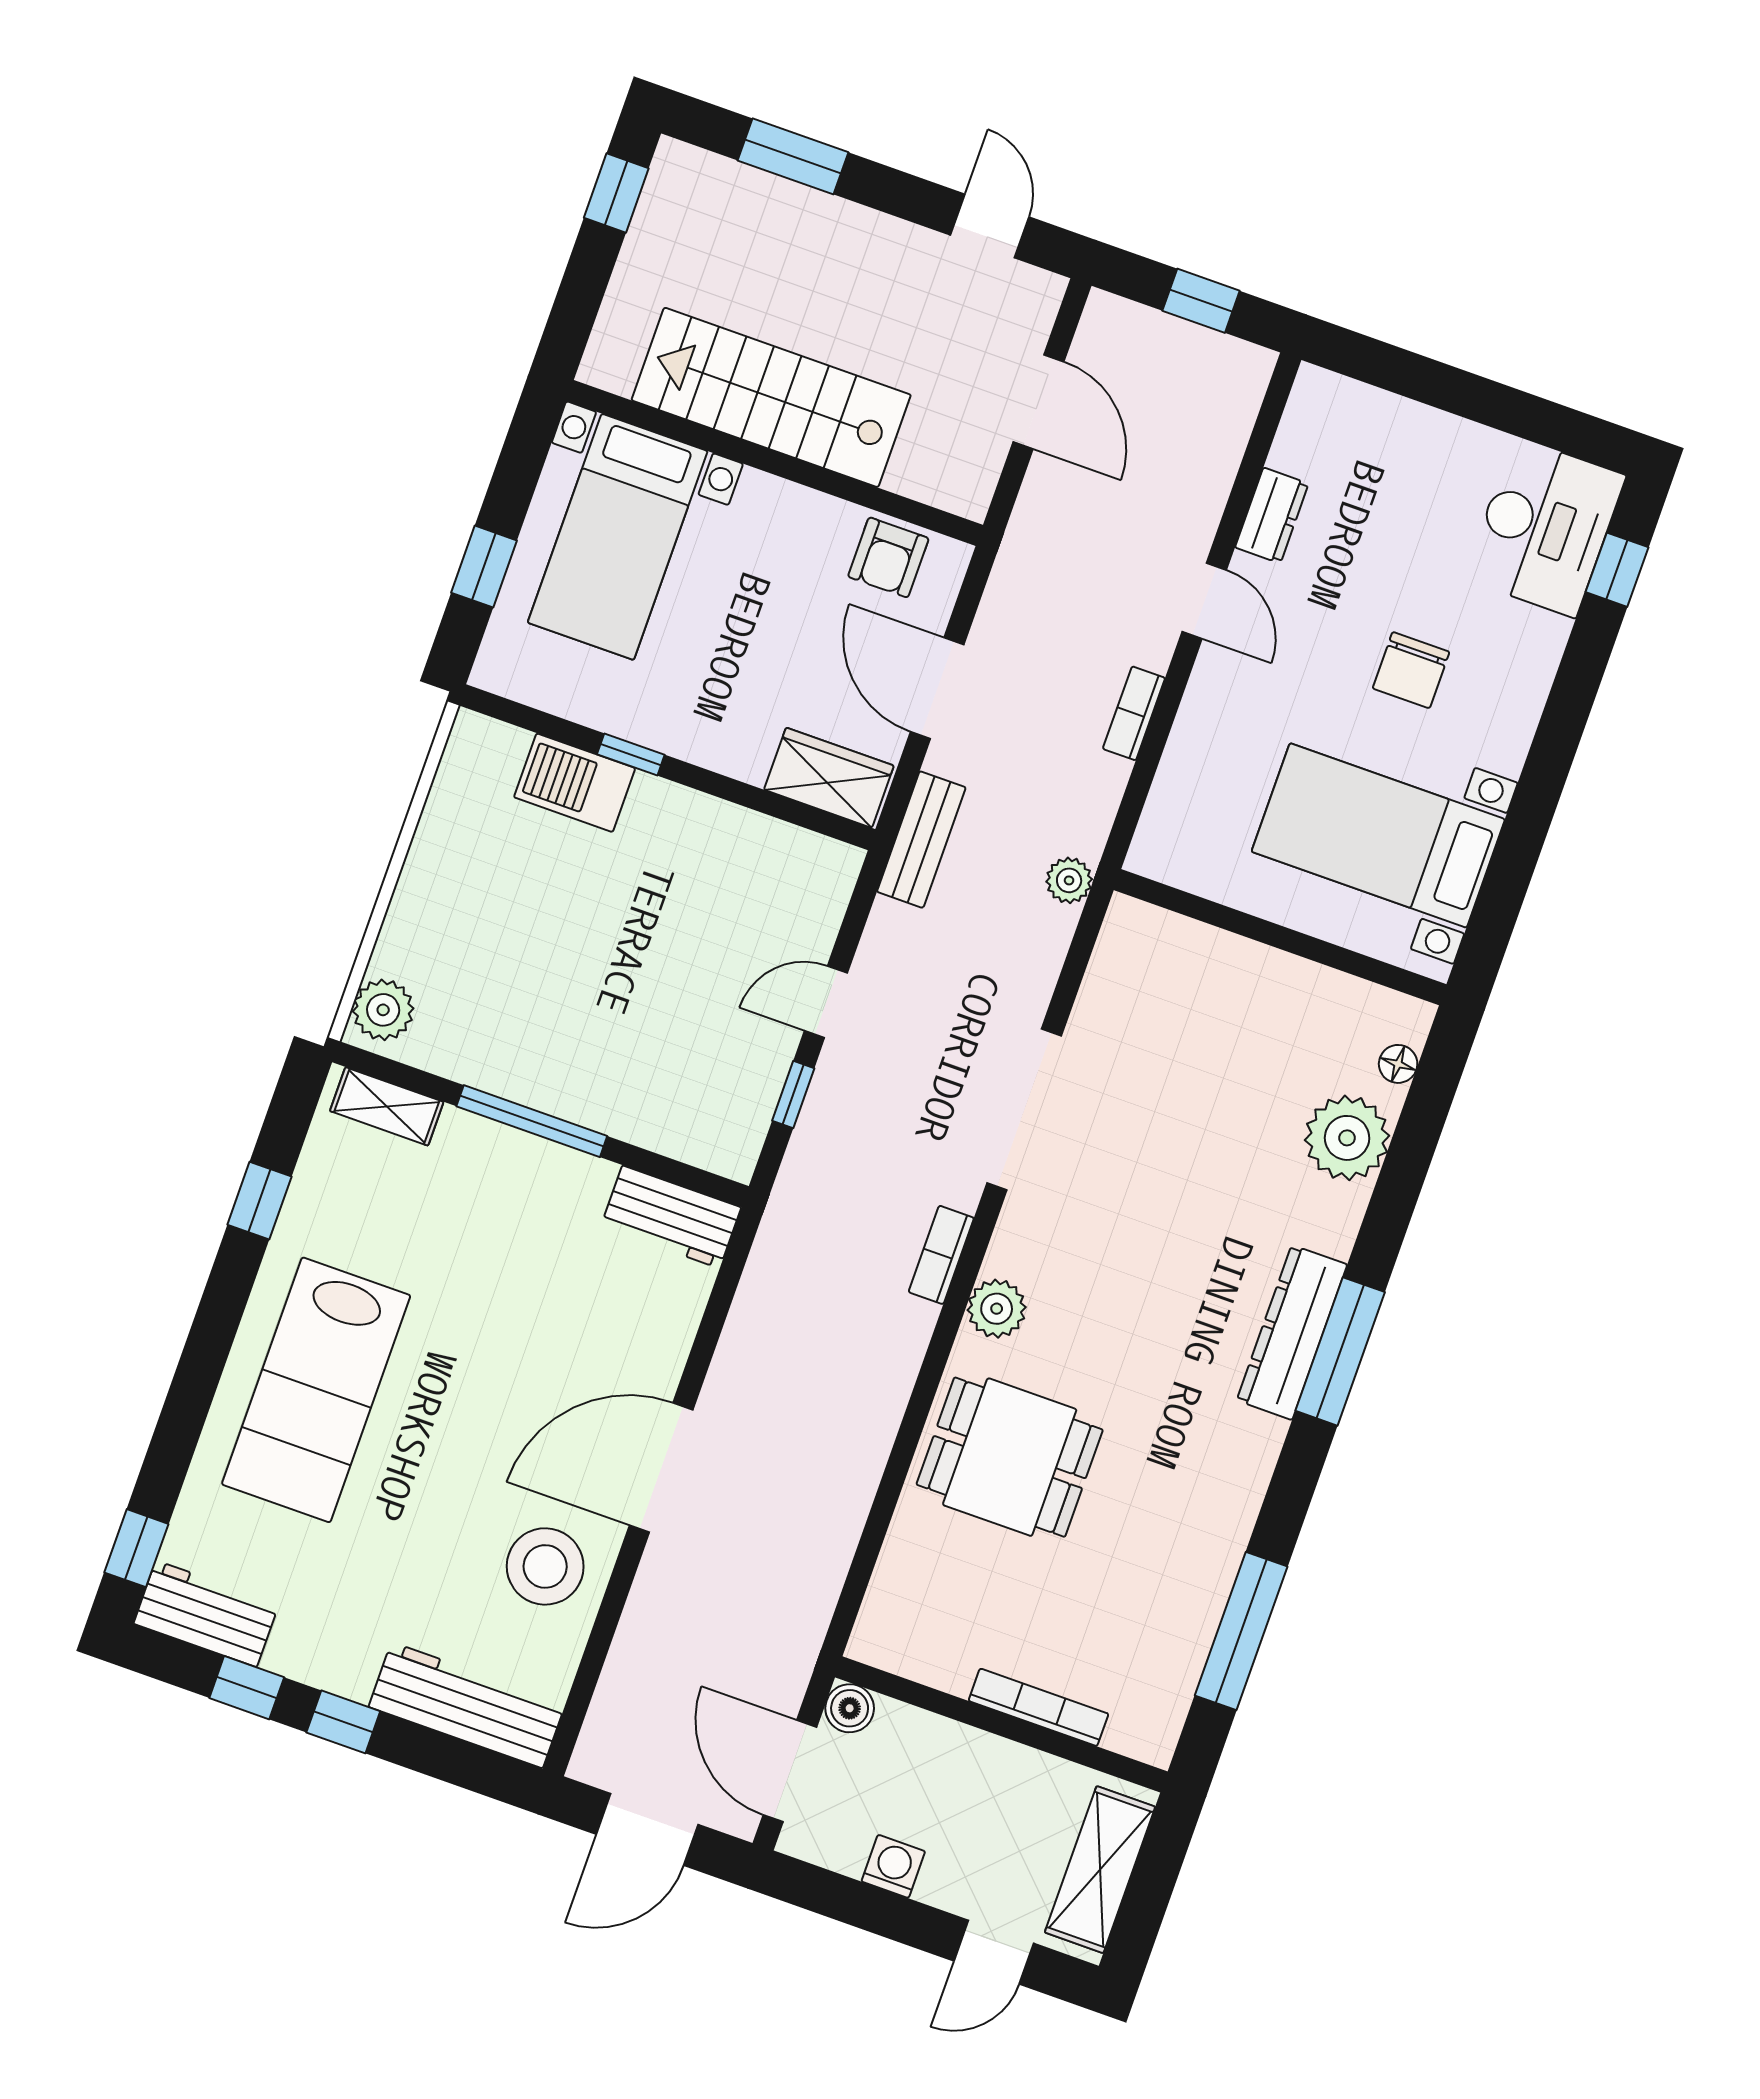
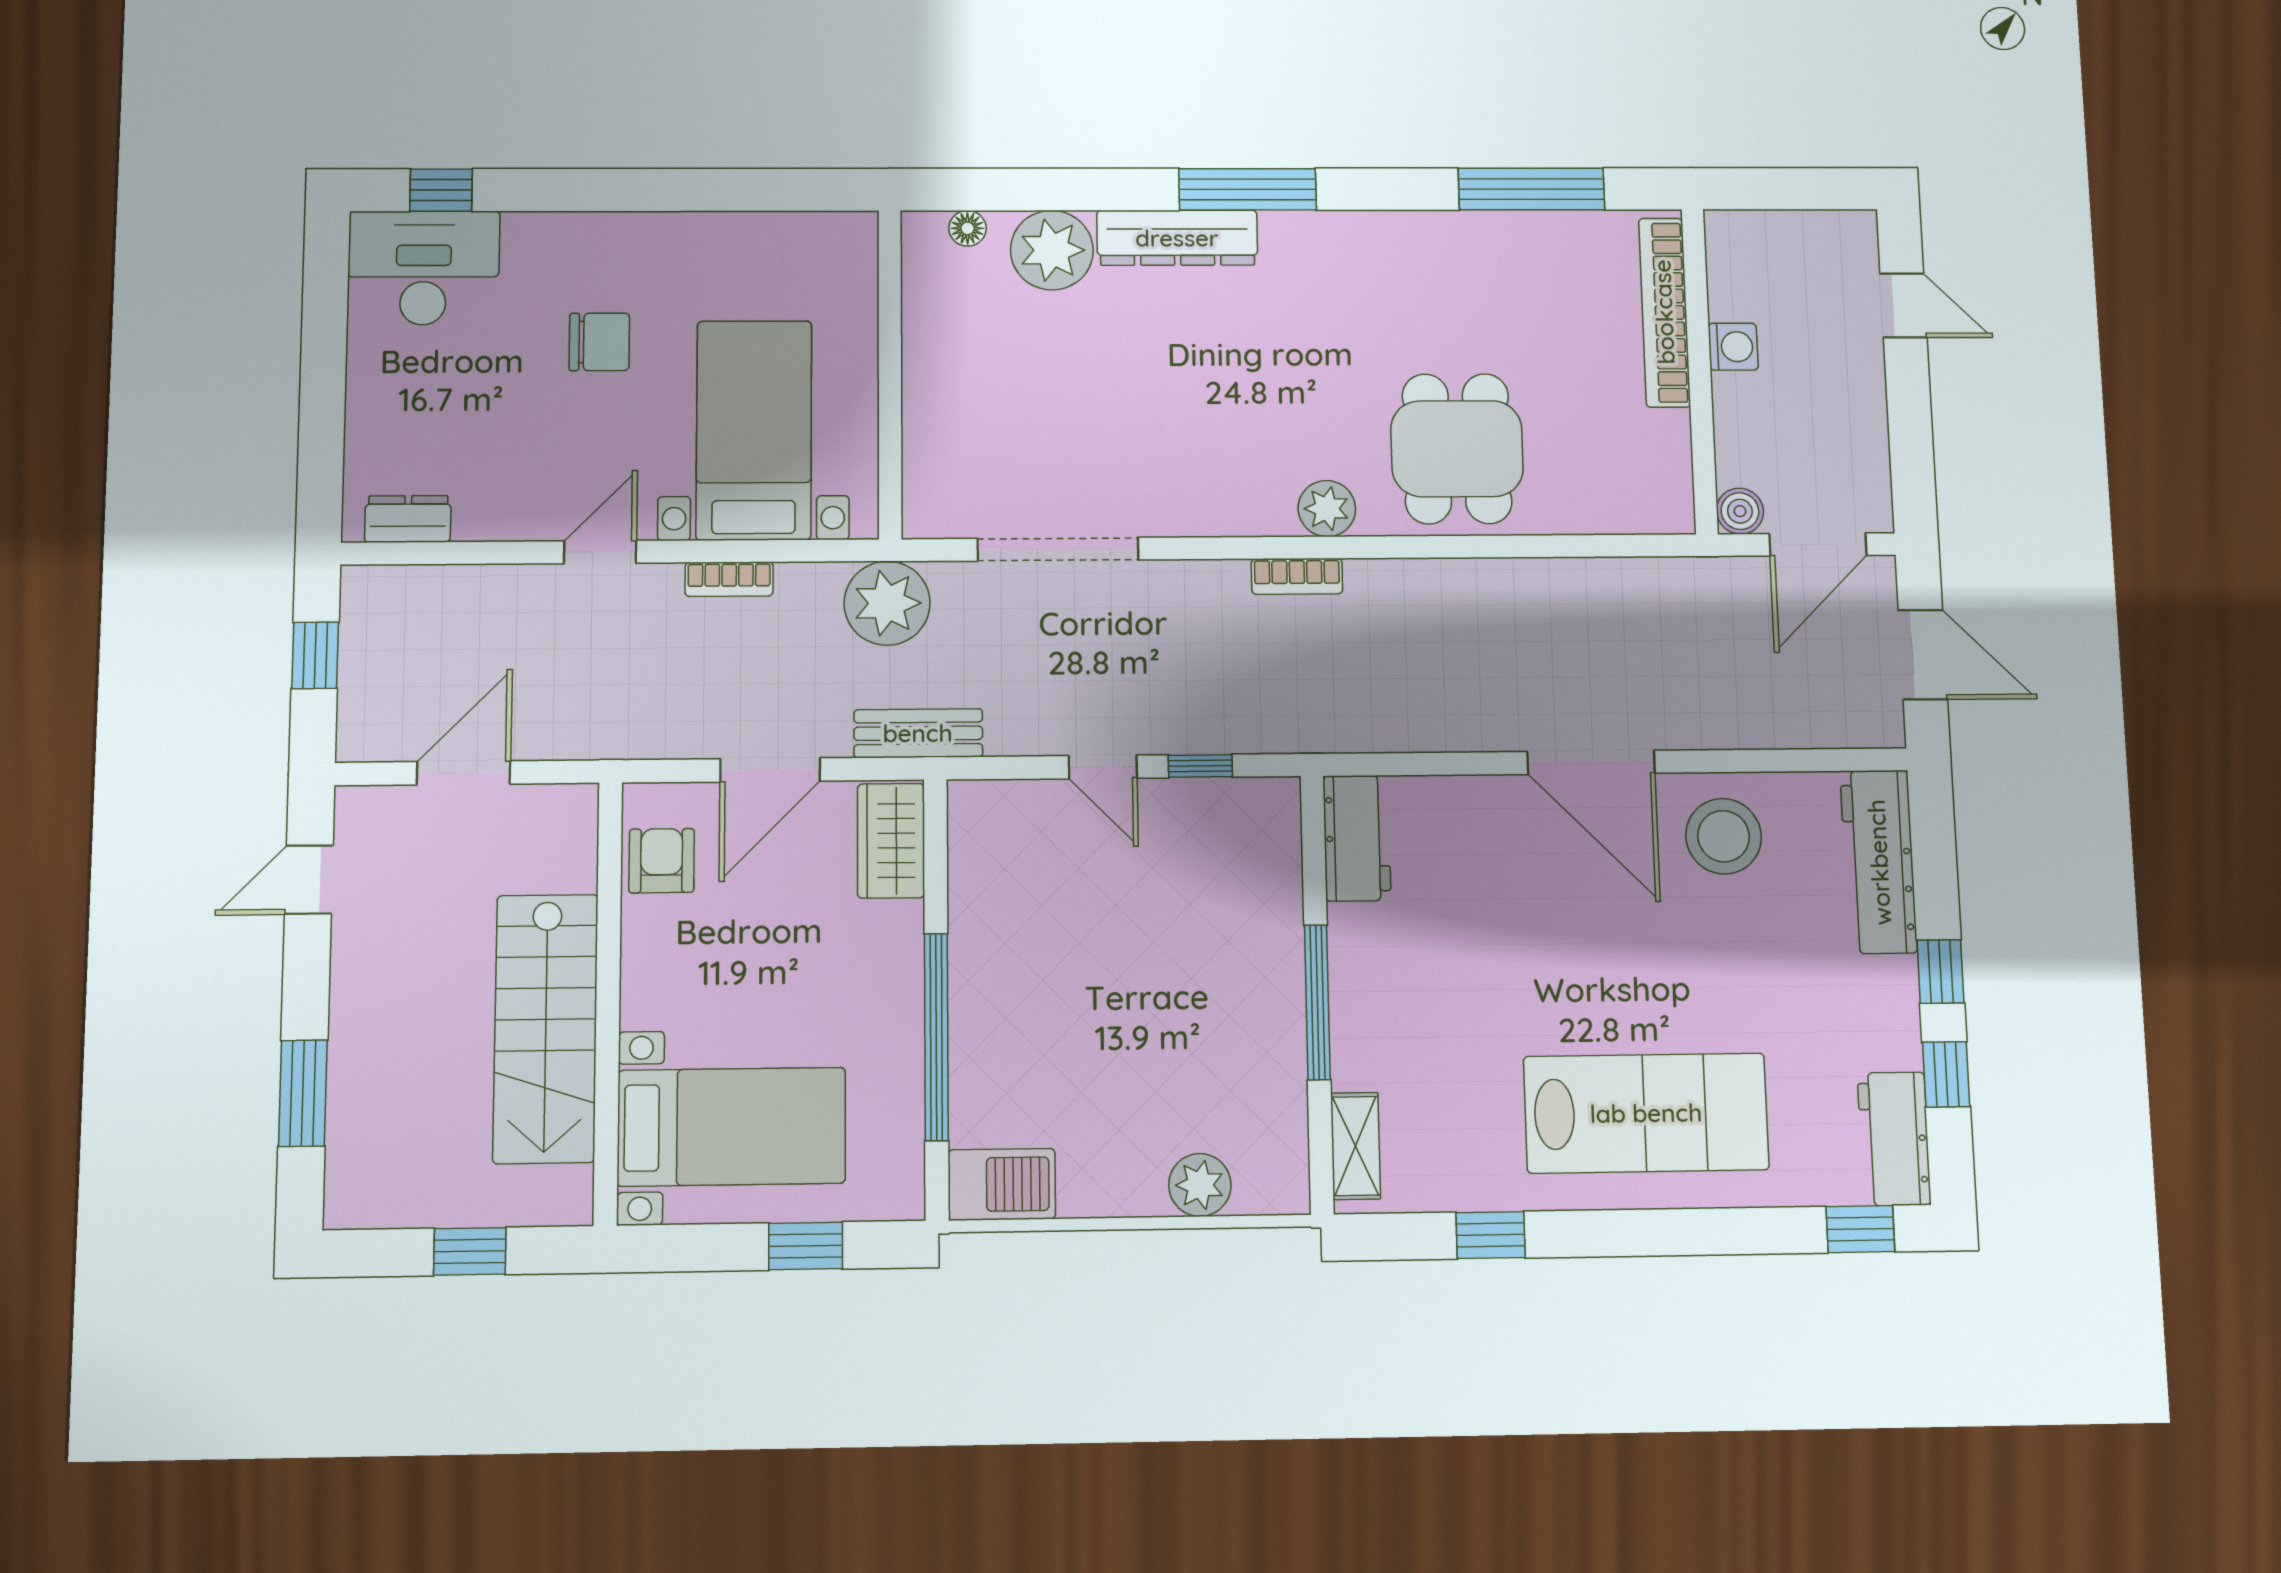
window: (616, 193) -> (470, 1251), moved
dresser: (1272, 515) -> (408, 519), moved
armchair: (888, 557) -> (662, 861), turned -90
window: (631, 755) -> (936, 1037), width x3.17
barbecue: (575, 783) -> (1002, 1184), moved, turned -90
bed with nightstands: (1378, 835) -> (754, 430), moved, turned 180
plant: (1069, 880) -> (887, 603), width x1.87, depth x1.87
plant: (383, 1010) -> (1200, 1185), moved
doorway: (1024, 1110) -> (1058, 549), moved
dresser: (1292, 1332) -> (1177, 238), moved
bookcase: (1038, 1707) -> (1664, 312), width x1.48, depth x1.31
washing machine: (893, 1866) -> (1733, 347), moved, turned 180
shelving: (1100, 1870) -> (1792, 238), removed

